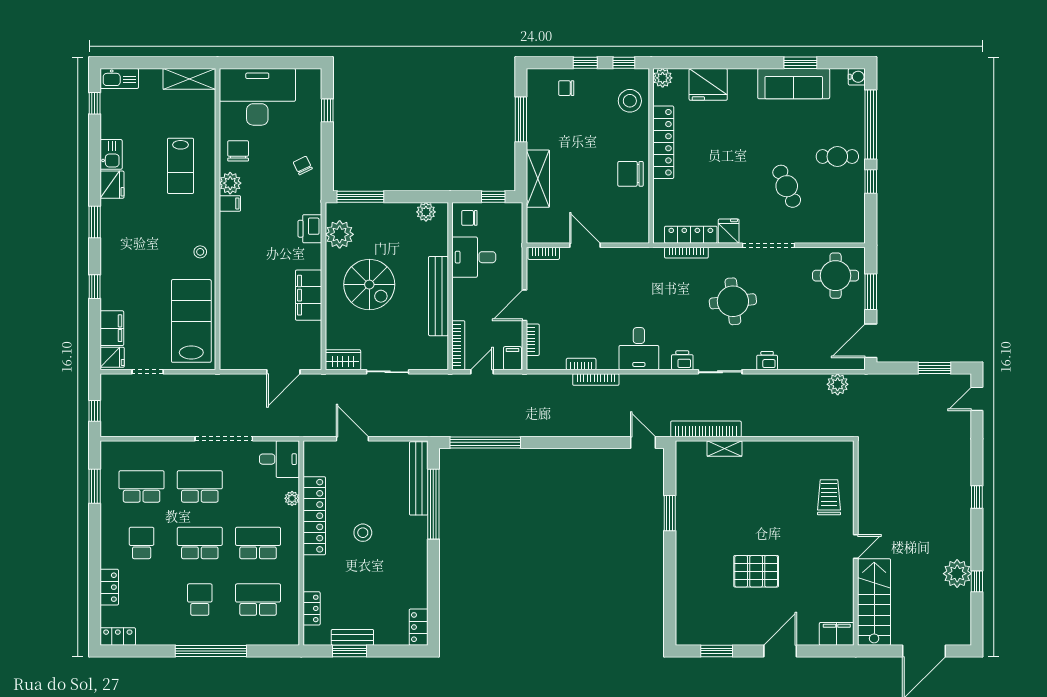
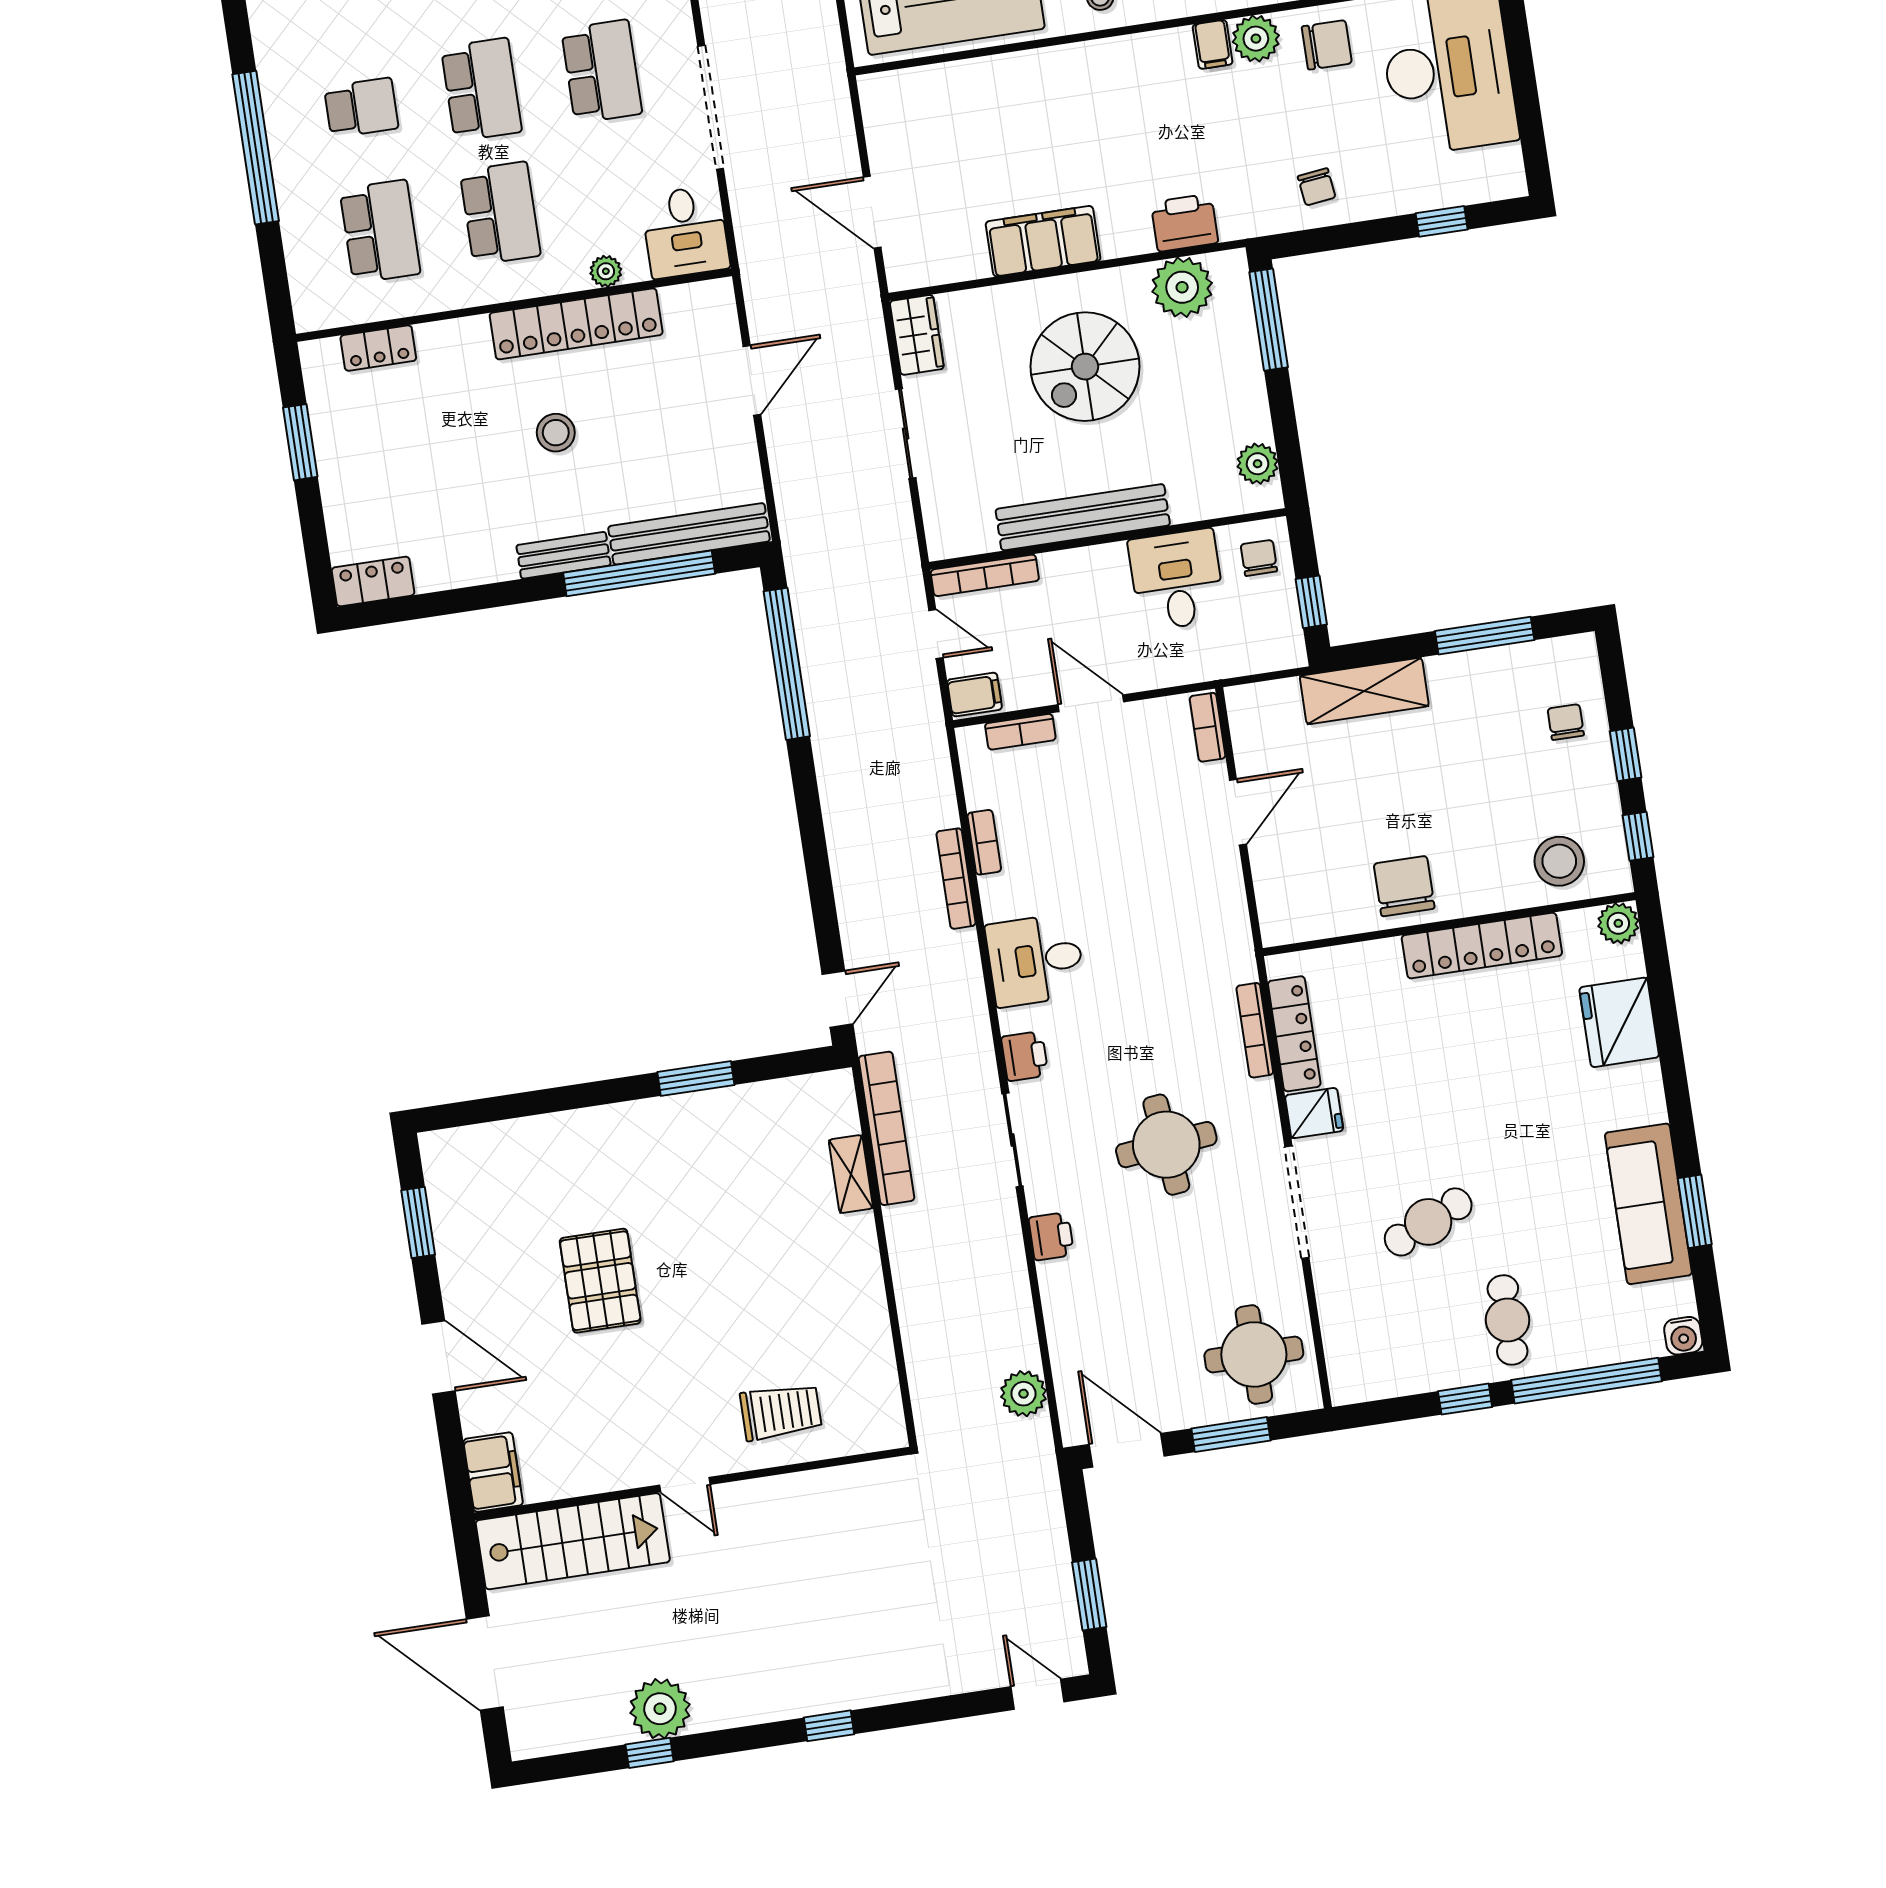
chair: (303, 165) -> (1317, 187), turned 109
bench: (352, 637) -> (563, 555), moved, turned 90

